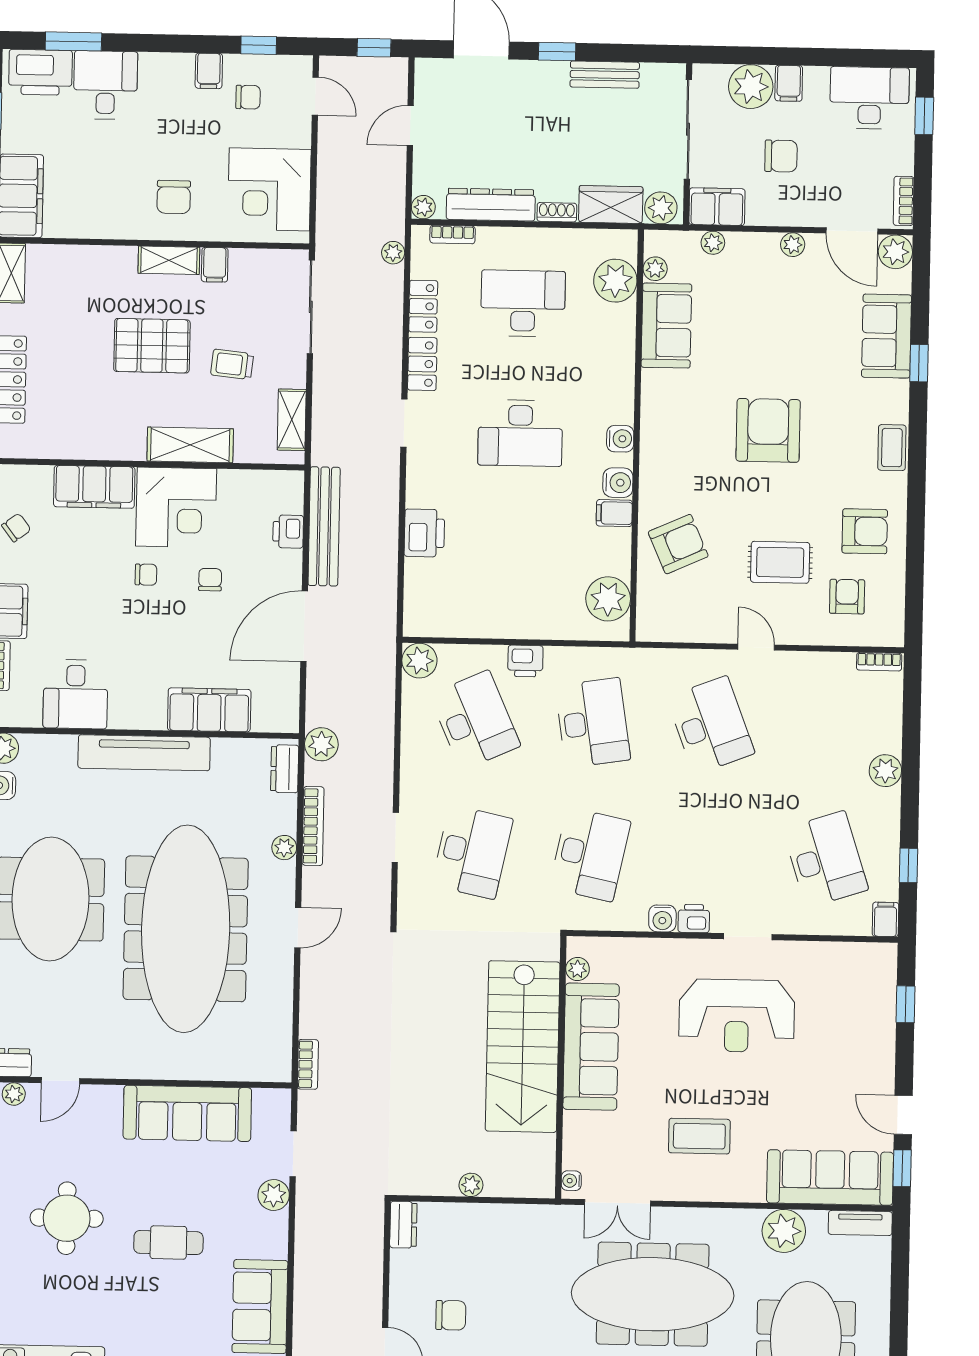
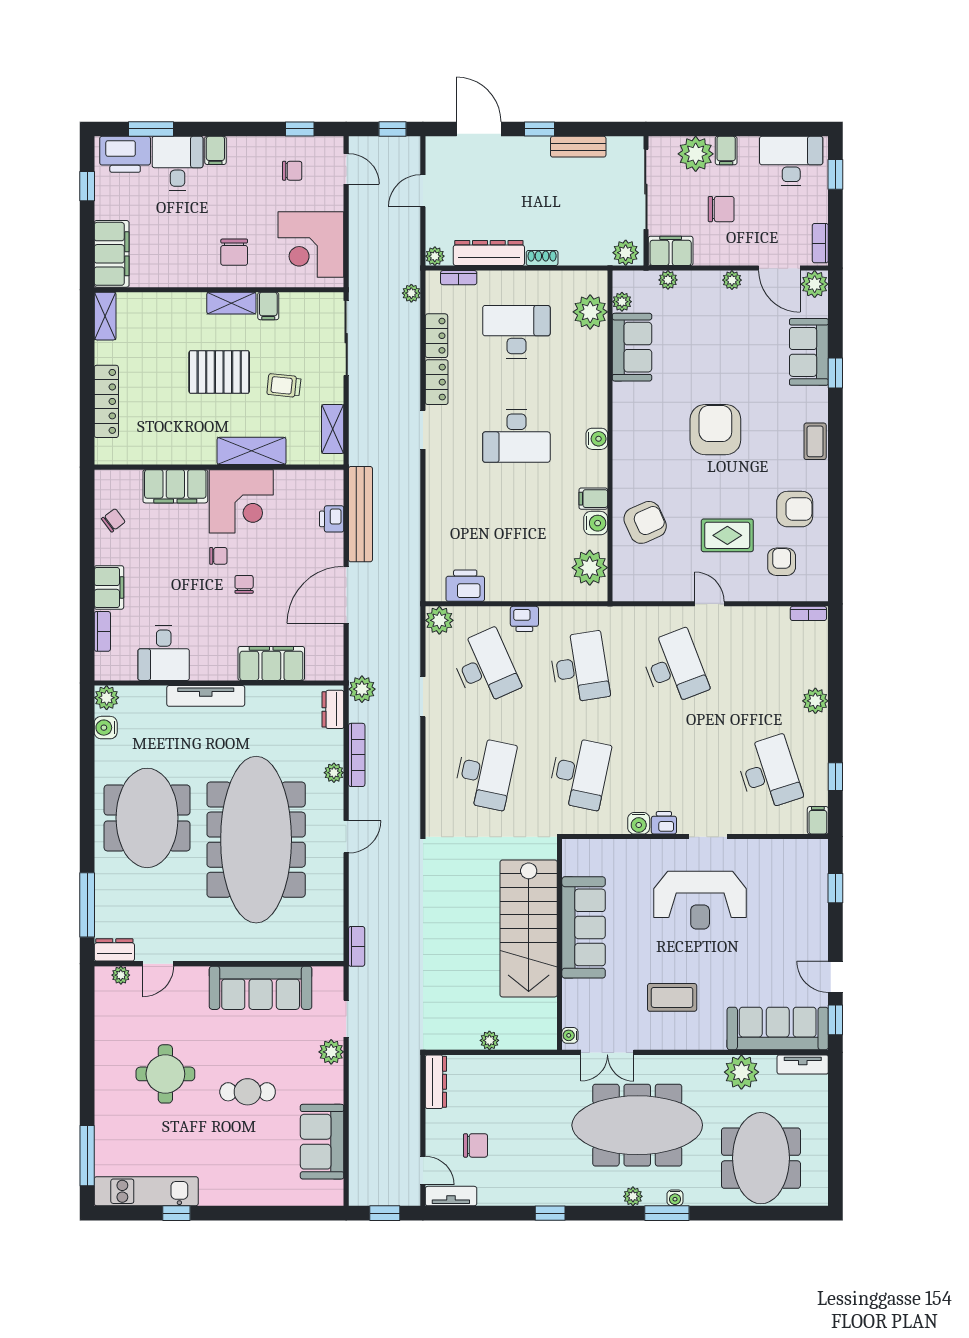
filing cabinet: (209, 71) -> (215, 150), moved
wardrobe: (611, 205) -> (585, 251), removed
water cooler: (618, 483) -> (596, 523), moved
printer: (424, 533) -> (465, 586), moved, turned -90
chair: (210, 580) -> (244, 584), moved
tv unit: (144, 753) -> (206, 696), width x0.73, depth x0.78
doorway: (395, 838) -> (423, 697), moved
plant: (578, 969) -> (571, 865), removed
dresser: (403, 1225) -> (436, 1082), width x1.44

